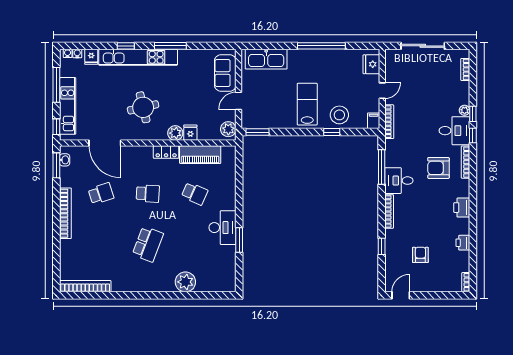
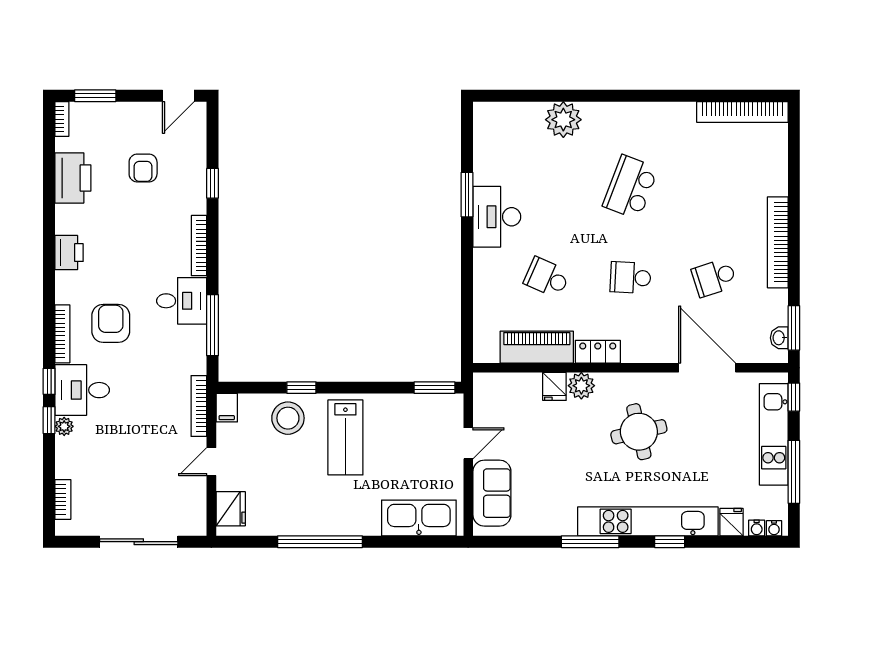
plant: (228, 129) -> (487, 393), removed
armchair: (438, 168) -> (111, 323), turned -90
printer: (463, 243) -> (73, 178), width x1.87, depth x1.48
window: (447, 295) -> (95, 96), added

